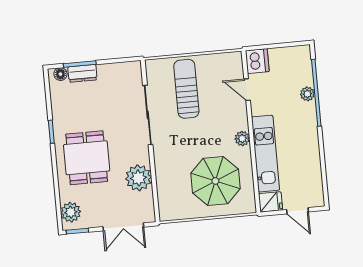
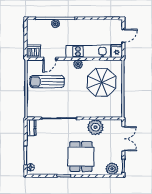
dresser: (82, 73) -> (31, 128), moved
sun lounger: (186, 89) -> (47, 82), moved
dining table: (87, 158) -> (81, 157), turned 90

